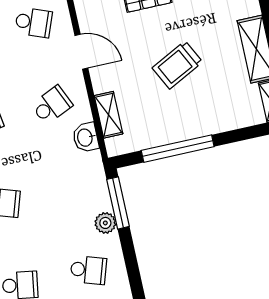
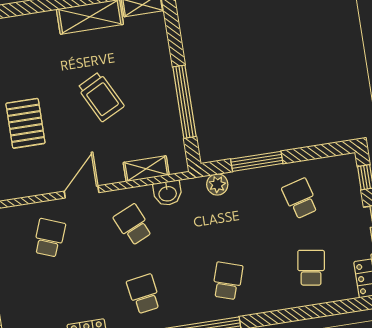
window: (118, 203) -> (257, 161), moved
plant: (105, 223) -> (217, 184), moved
school desk: (88, 270) -> (300, 199), turned -33

